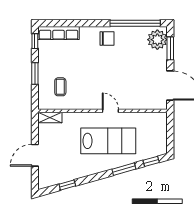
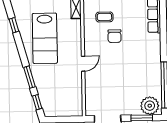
chair: (107, 39) -> (114, 36), moved
lab bench: (108, 141) -> (45, 38), moved

